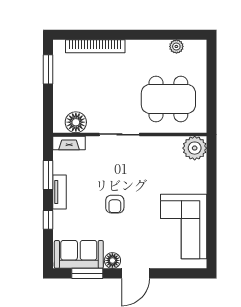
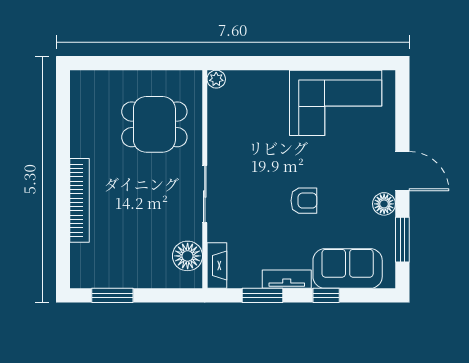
bookcase: (95, 46) -> (80, 200), moved
plant: (176, 46) -> (80, 113), removed
dining table: (168, 99) -> (154, 124), width x0.73
plant: (195, 148) -> (216, 79), width x0.53, depth x0.53
sofa: (79, 254) -> (348, 269), moved, turned 90

